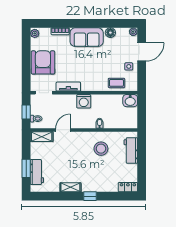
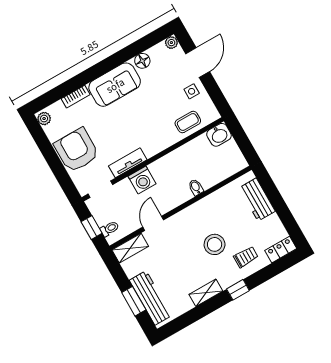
washing machine: (84, 101) -> (142, 180), moved
stool: (101, 149) -> (215, 244), moved
workbench: (37, 172) -> (151, 298), width x1.37
trolley: (105, 180) -> (246, 257), added

